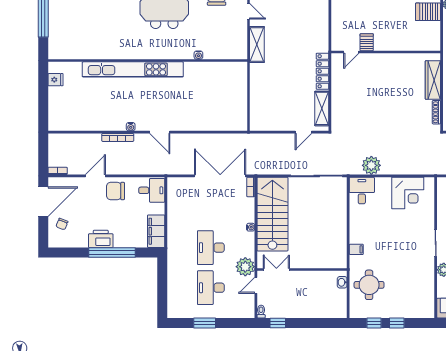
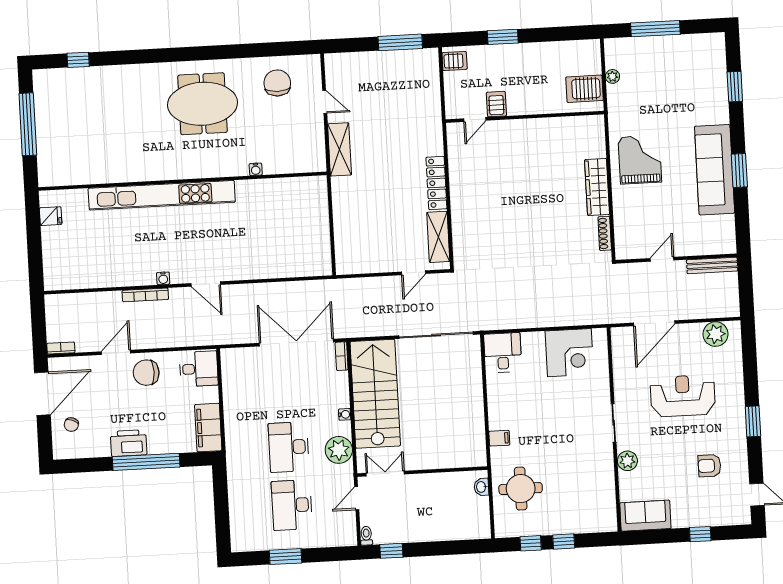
server rack: (367, 42) -> (496, 104), moved
door: (351, 52) -> (475, 120), moved
wall: (386, 52) -> (525, 117), moved
plant: (371, 165) -> (515, 315), removed
plant: (245, 267) -> (339, 450), moved

